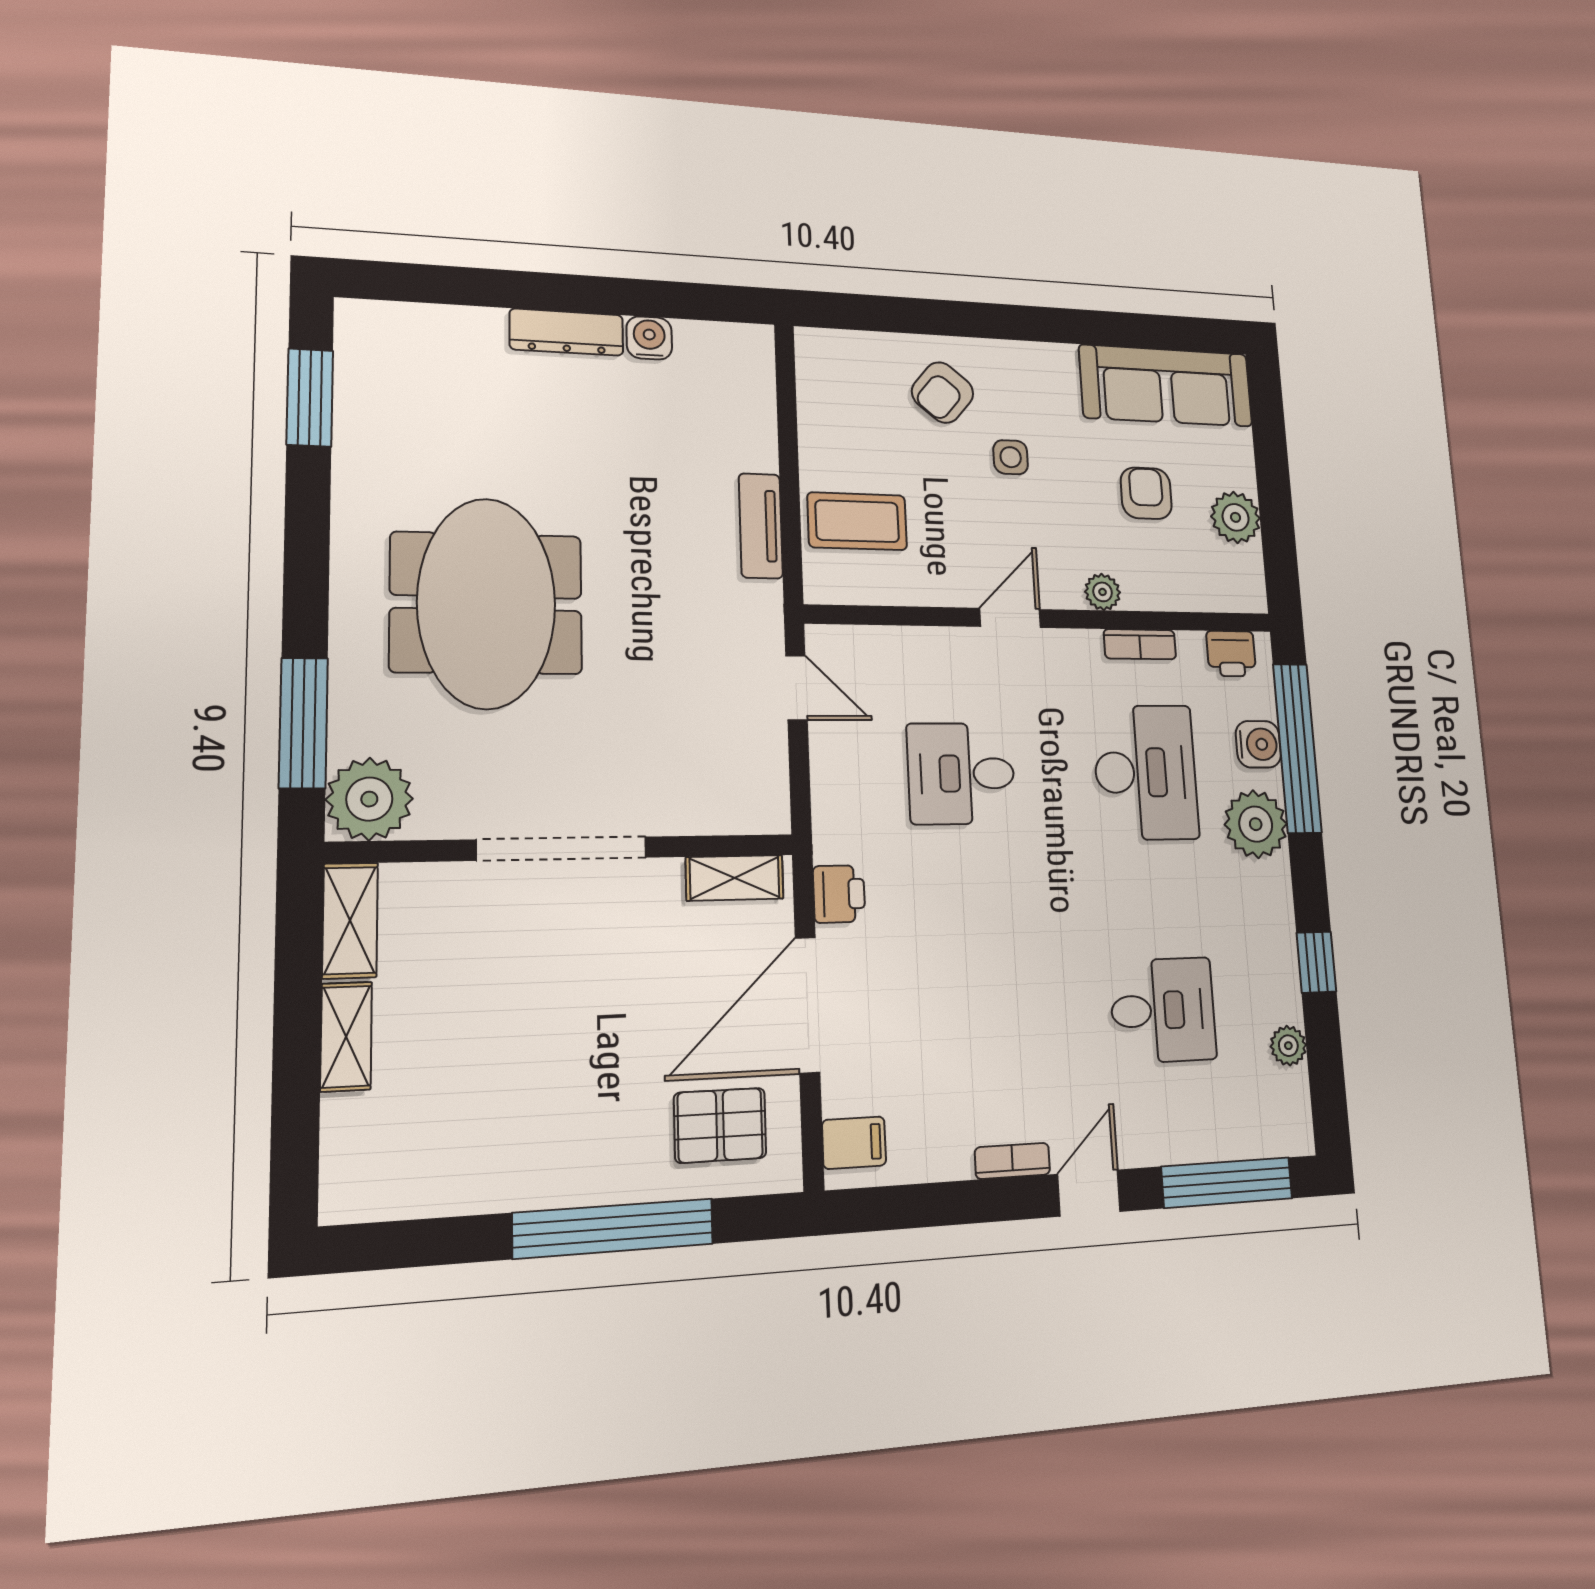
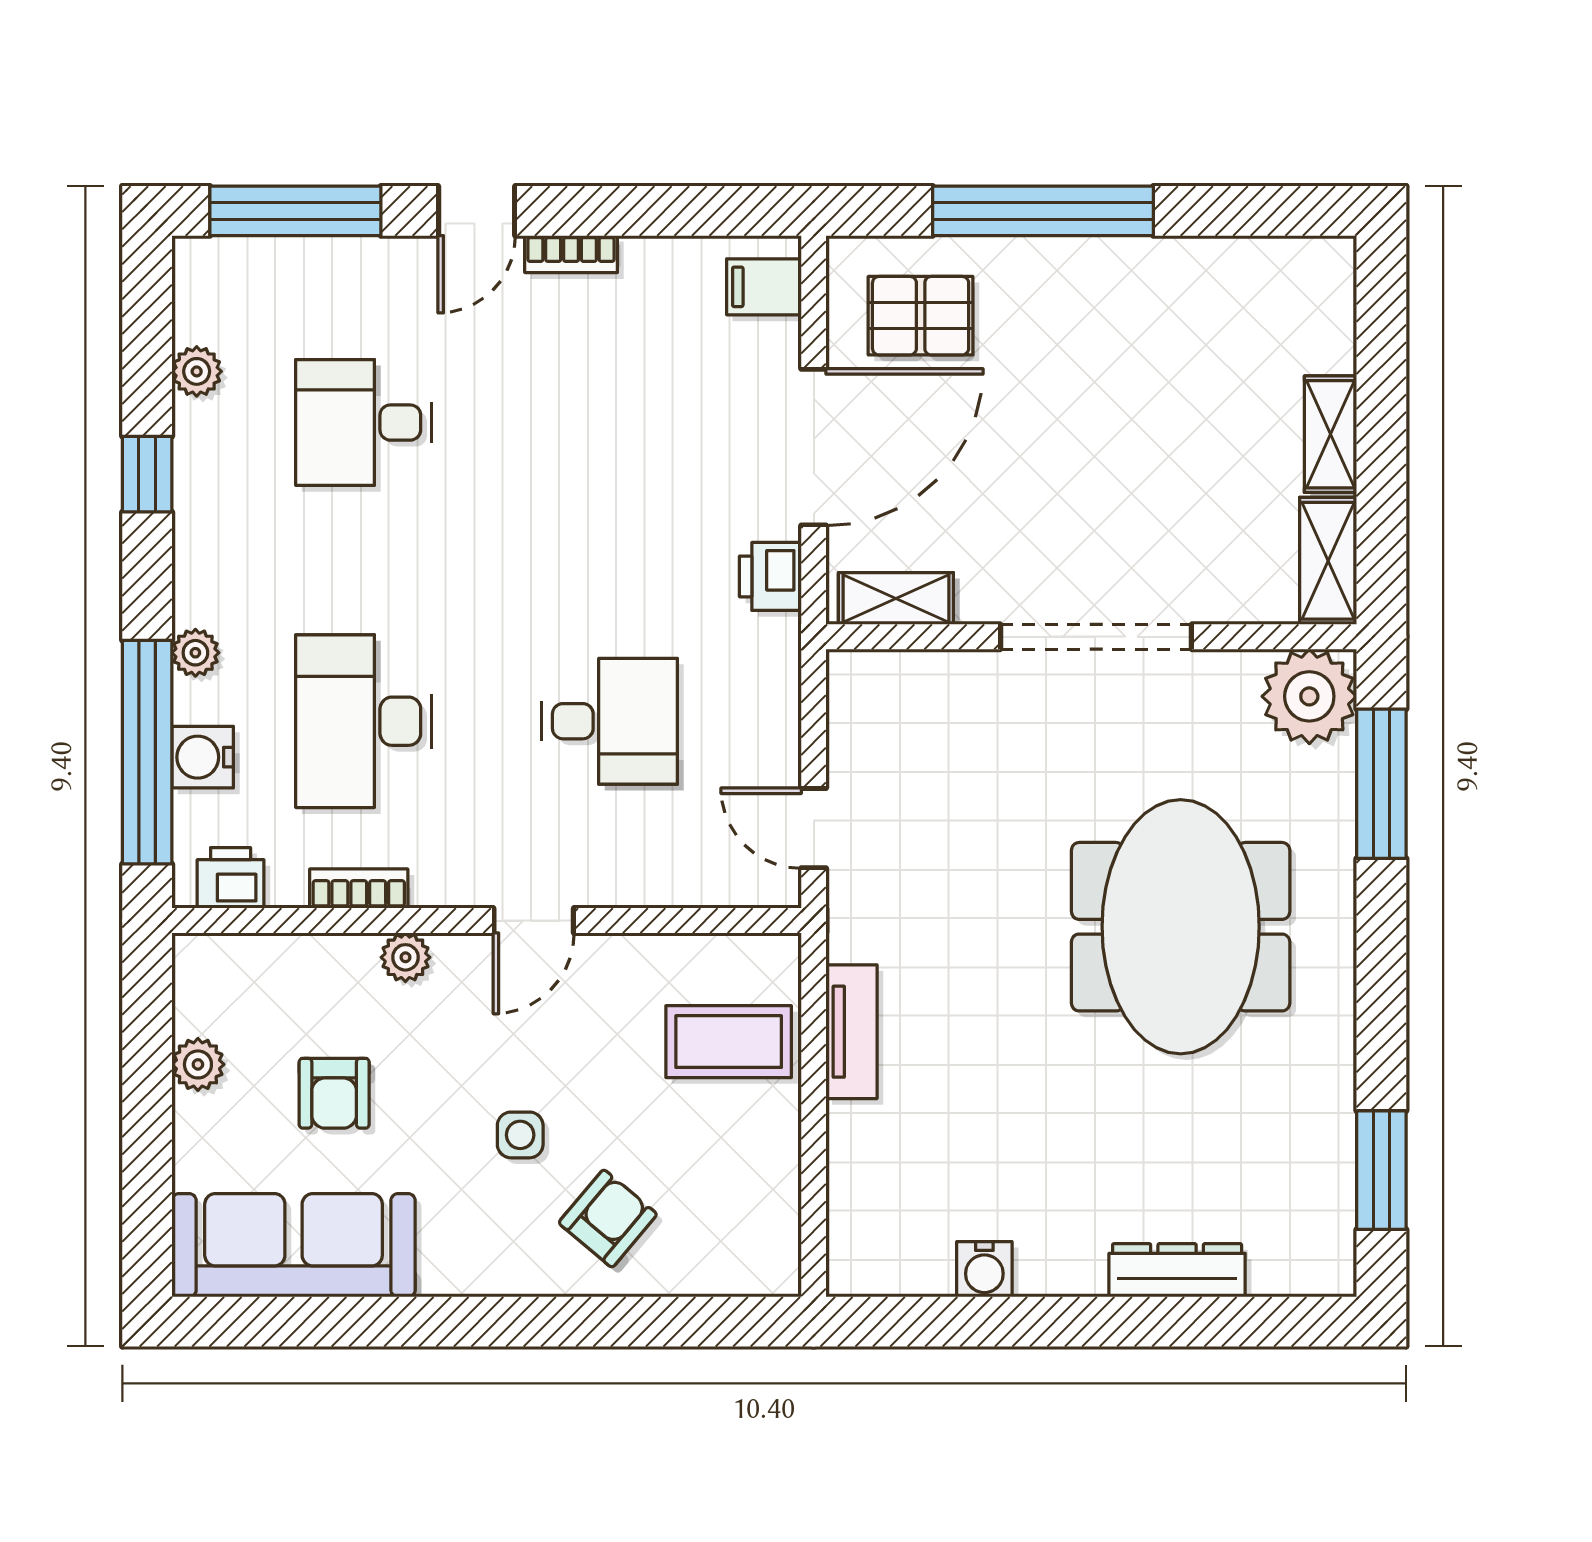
dresser: (567, 332) -> (1177, 1270), moved
plant: (1236, 517) -> (198, 1064), width x0.73, depth x0.73
plant: (1256, 824) -> (195, 653), width x0.53, depth x0.53

